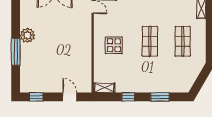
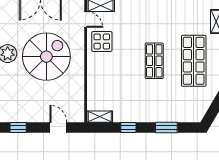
spiral stairs: (60, 38) -> (46, 57), added
shop shelf: (183, 41) -> (194, 61), width x1.43, depth x1.36
display table: (114, 45) -> (102, 41), moved

